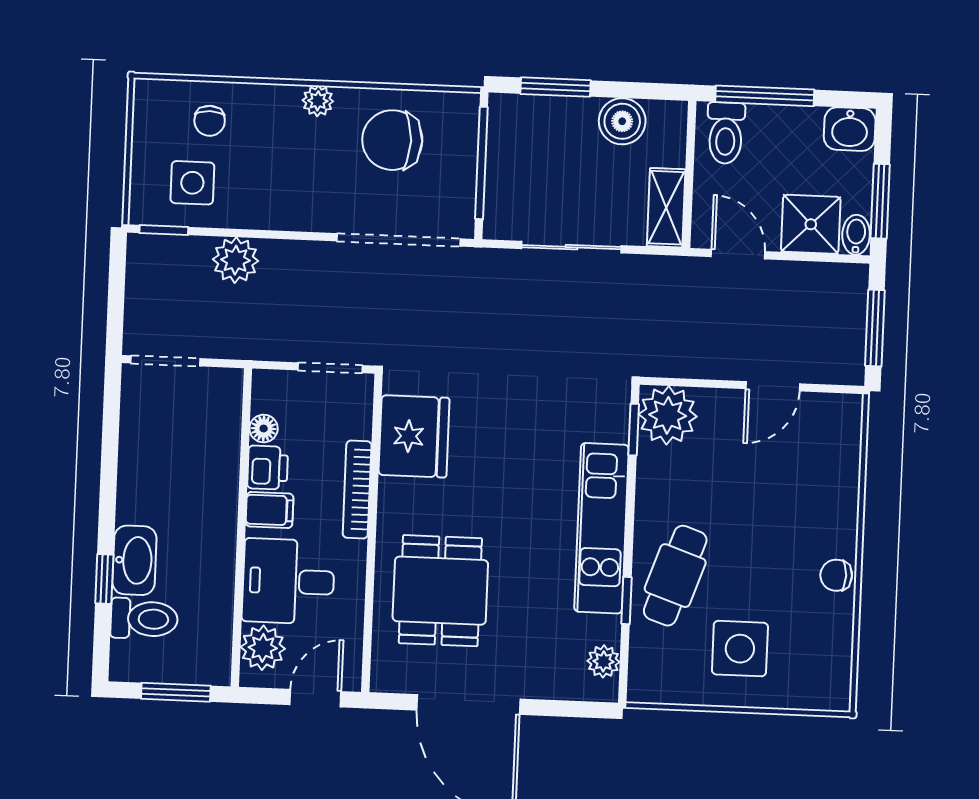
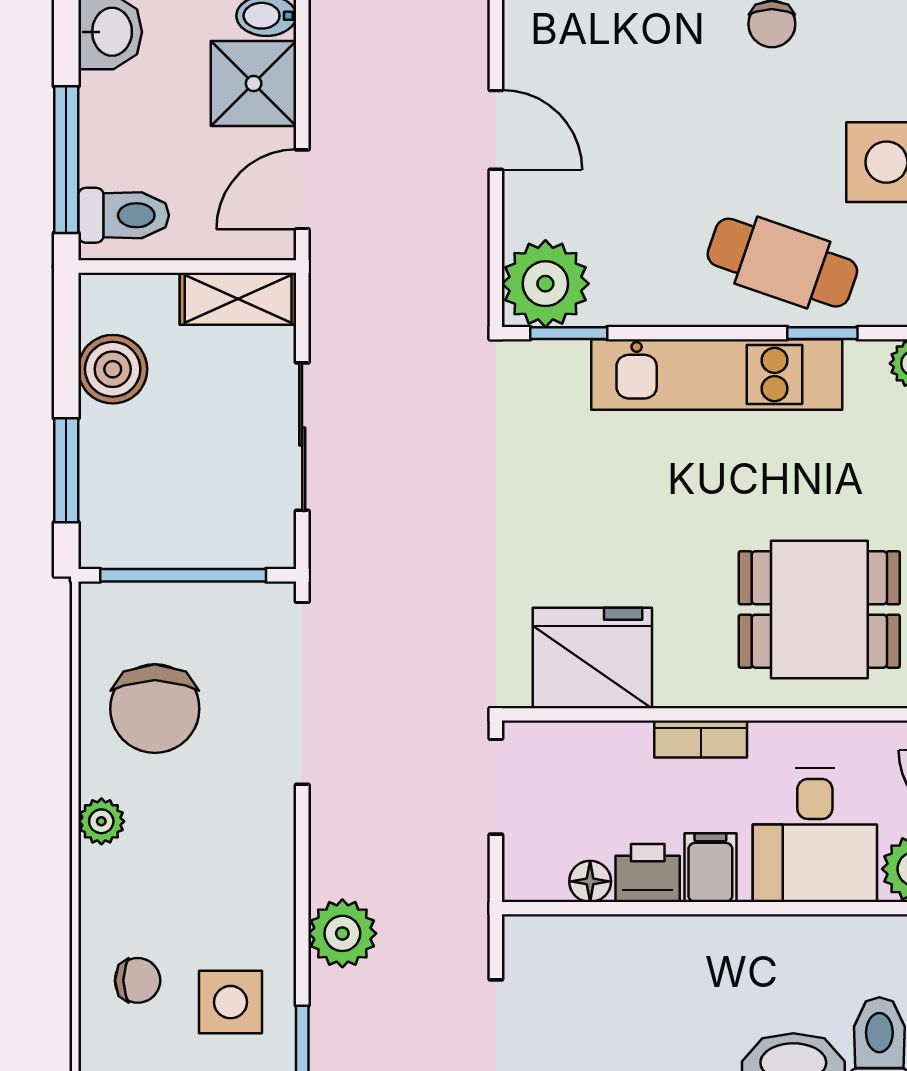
bookcase: (357, 490) -> (701, 739), width x0.64

